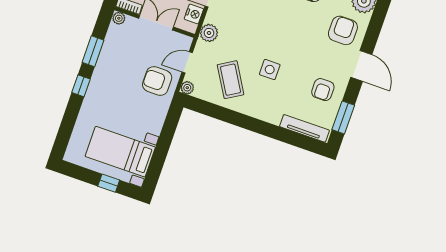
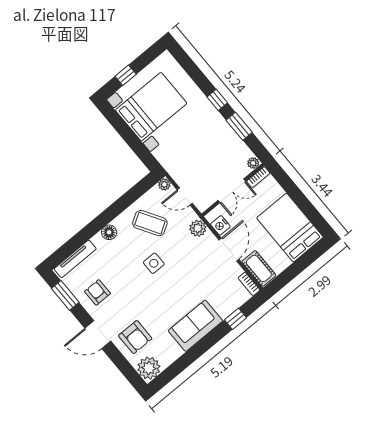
door: (187, 62) -> (185, 197), swing flipped
side table: (270, 70) -> (154, 263), moved
armchair: (157, 81) -> (184, 163), removed
floor lamp: (261, 112) -> (109, 232), added
bed with nightstands: (120, 152) -> (151, 107), width x1.36

